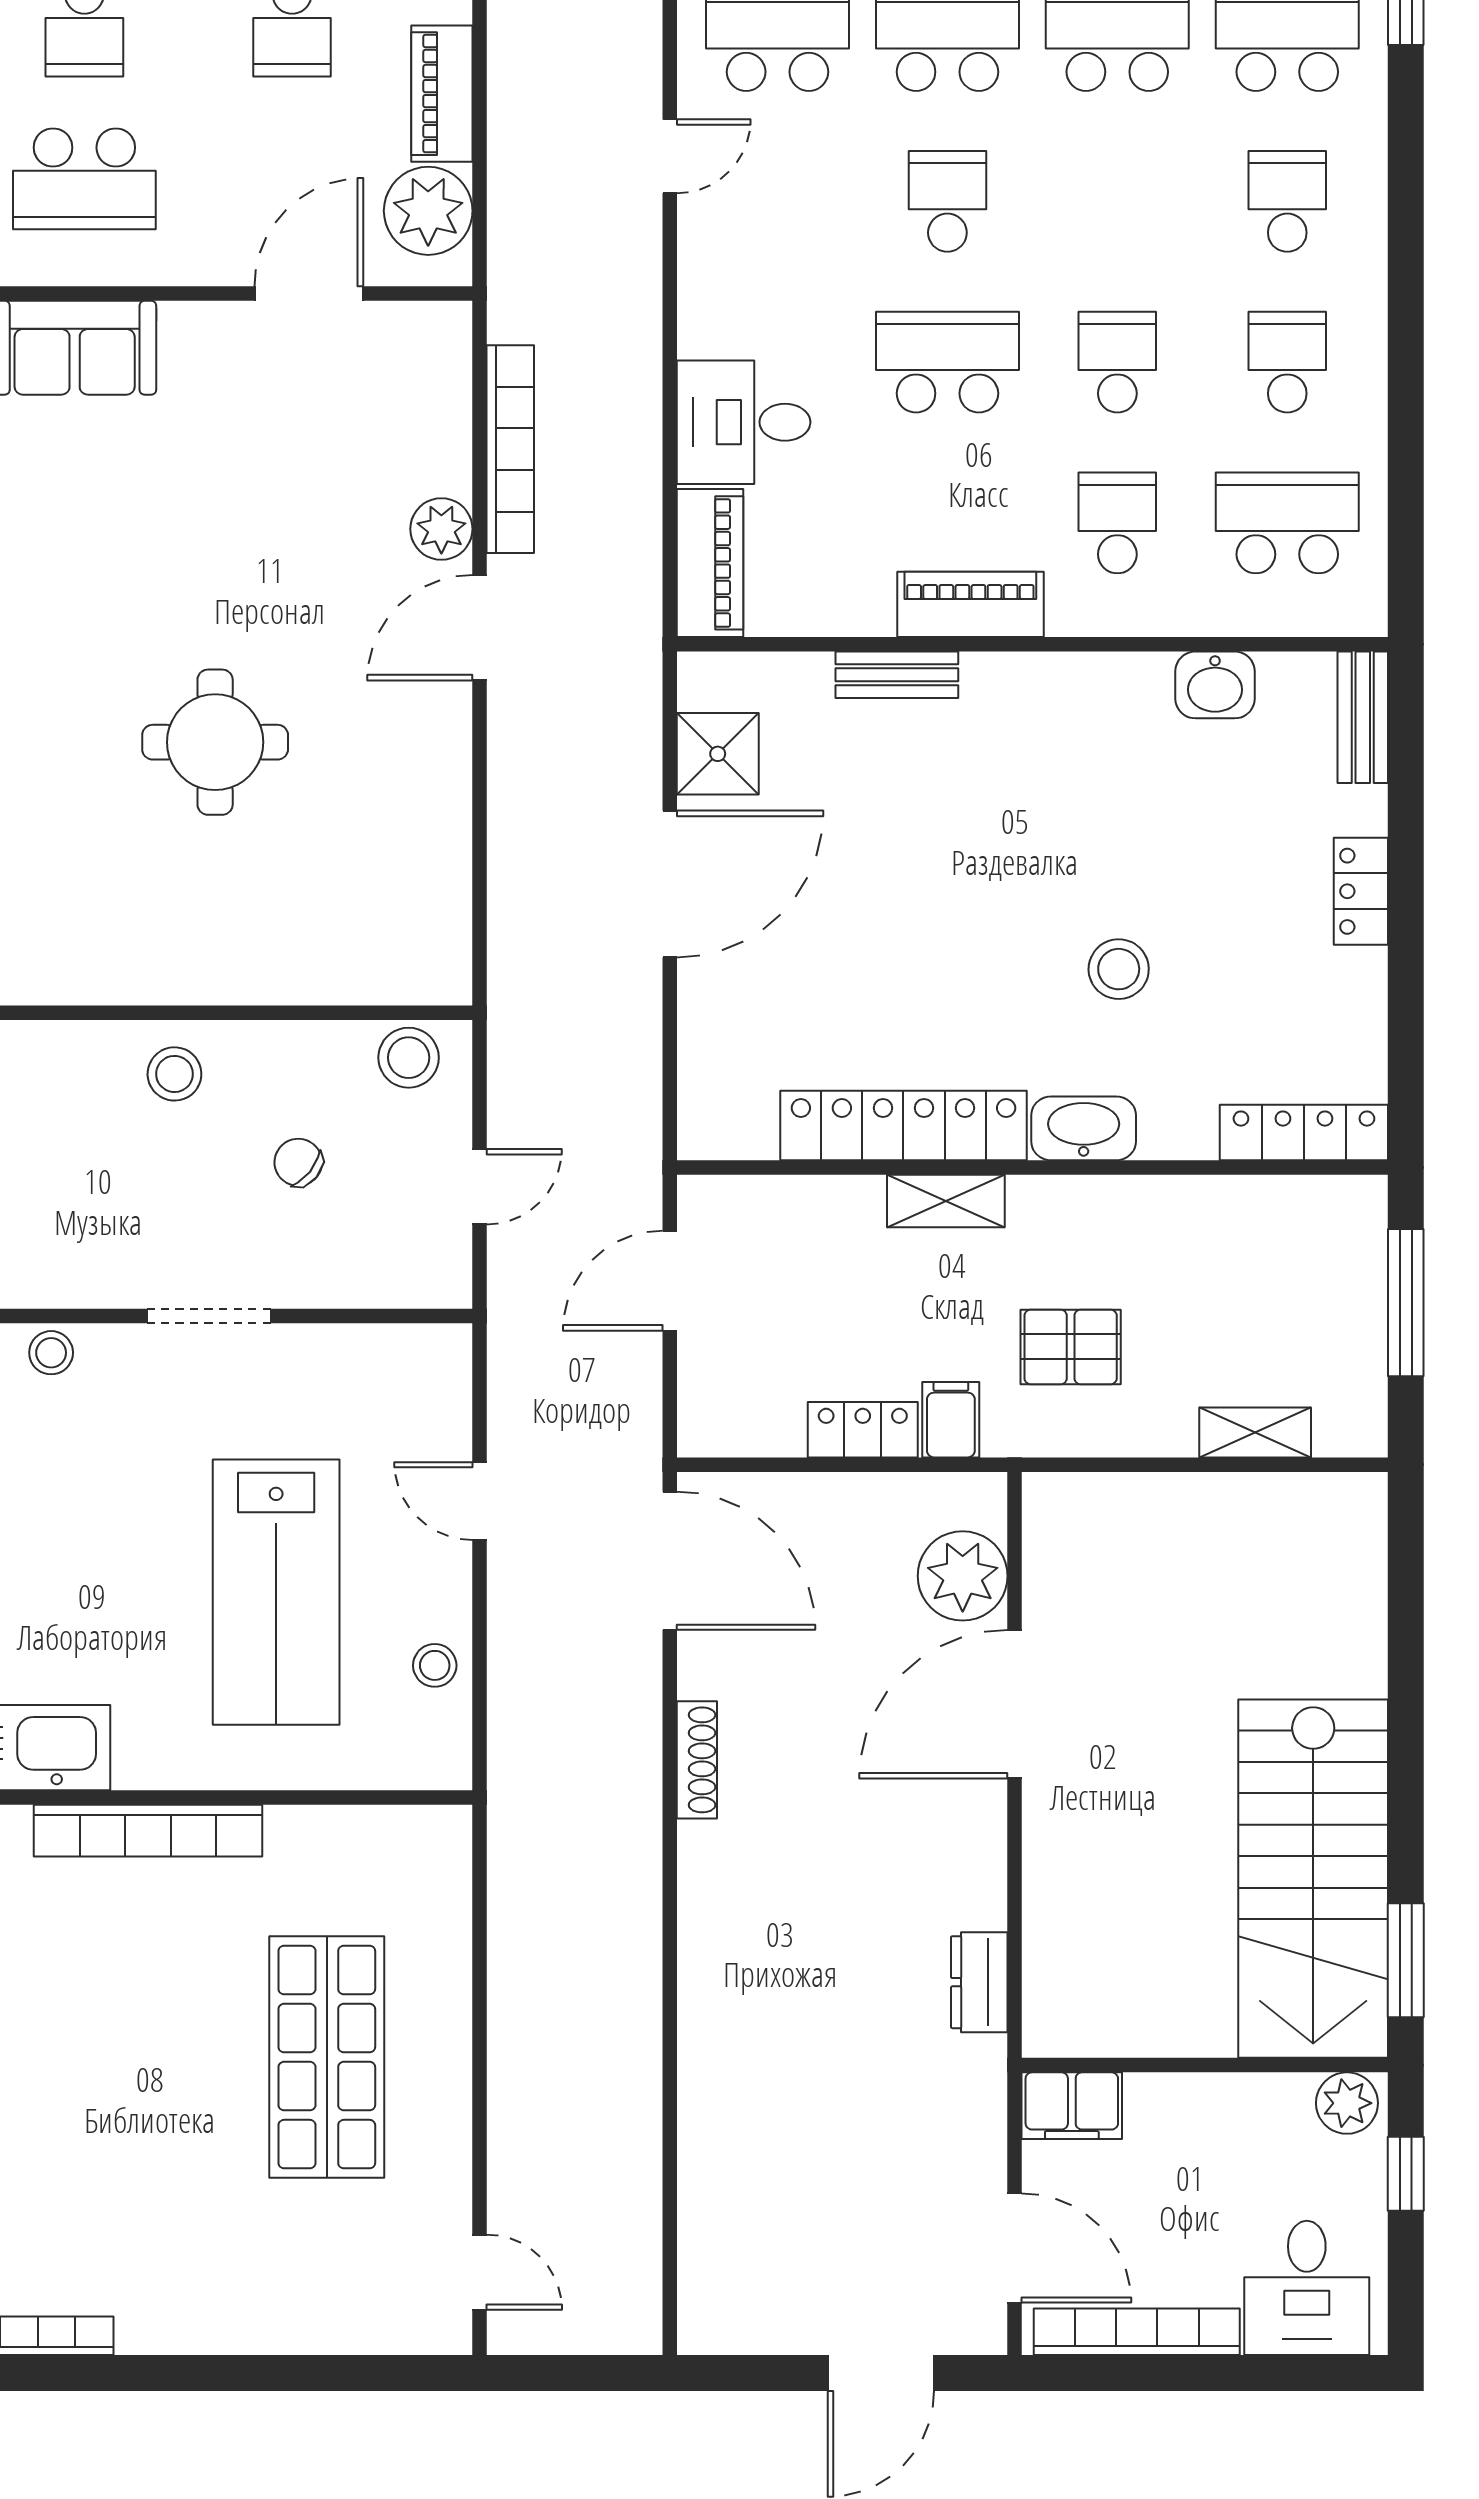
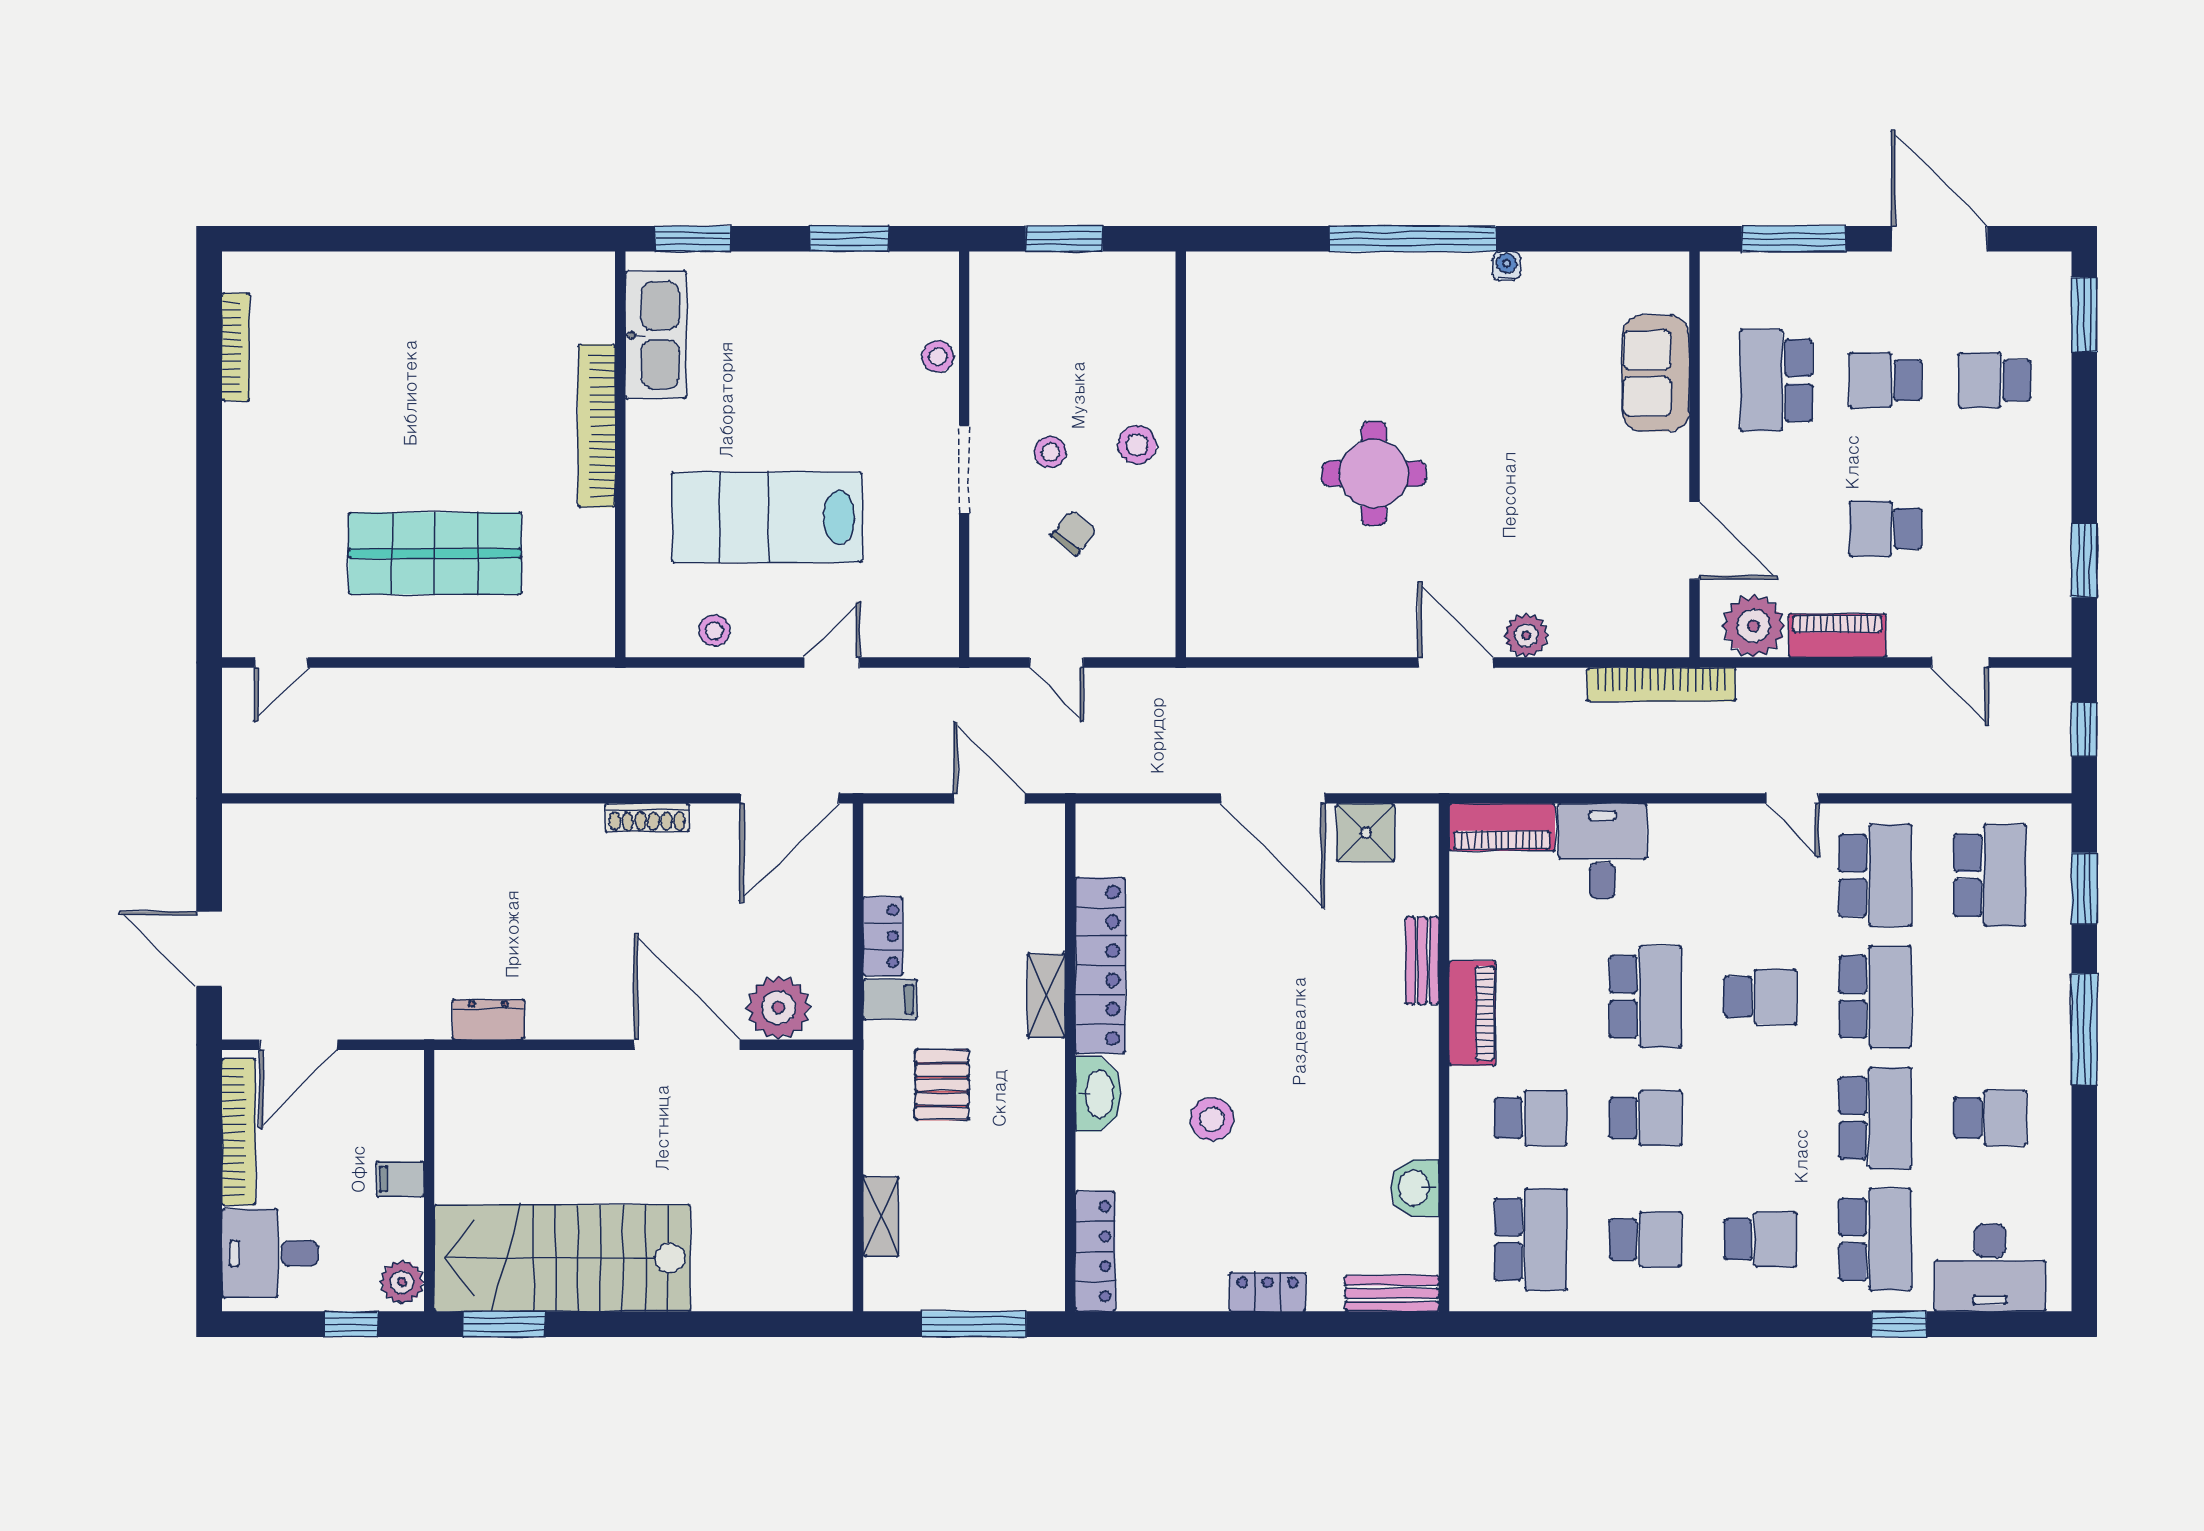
bookcase: (510, 449) -> (1661, 684), moved
stool: (409, 1058) -> (1050, 452), moved, width x0.73, depth x0.73
filing cabinet: (1072, 2106) -> (400, 1179), moved, width x0.50

